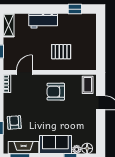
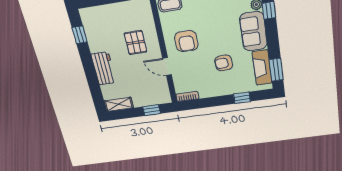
door: (24, 72) -> (167, 67), moved
armchair: (14, 122) -> (224, 63), moved

